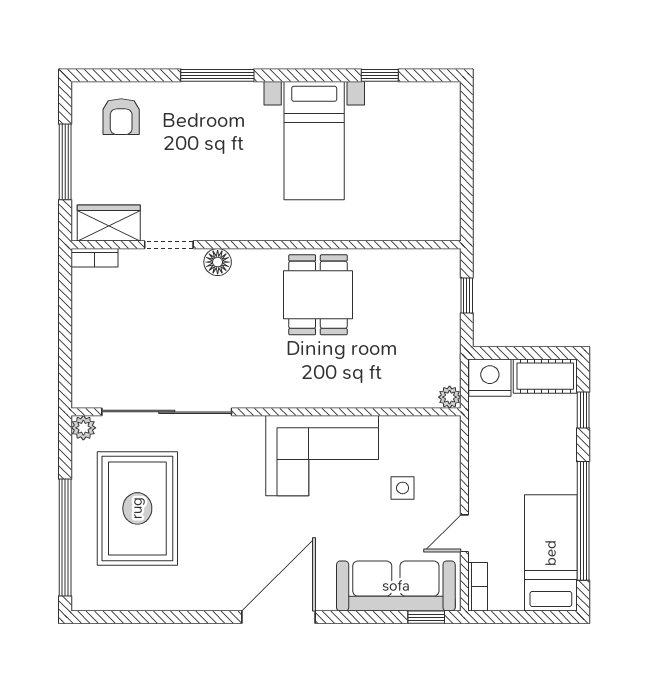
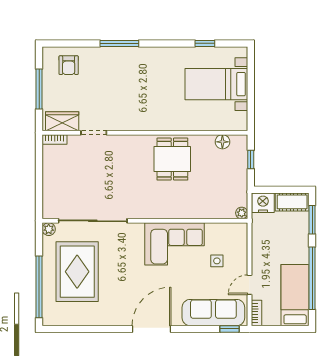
bed with nightstands: (314, 141) -> (216, 84), moved, turned 90
floor lamp: (218, 262) -> (222, 142), moved
window: (583, 410) -> (312, 220), width x1.50

